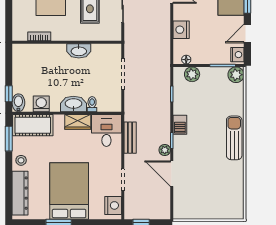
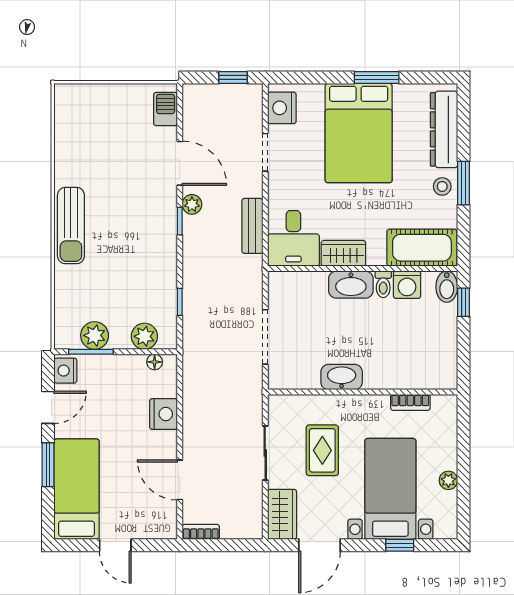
plant: (236, 75) -> (95, 335), moved
toilet: (92, 104) -> (383, 284), moved
barbecue: (180, 125) -> (166, 109), moved
window: (9, 139) -> (464, 183), moved

